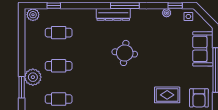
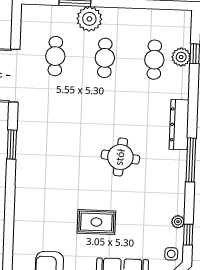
dresser: (113, 14) -> (179, 125), moved
plant: (33, 15) -> (181, 57), moved
rug: (167, 95) -> (96, 222), moved, turned 90

